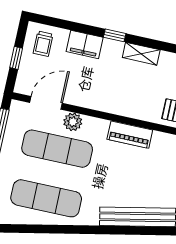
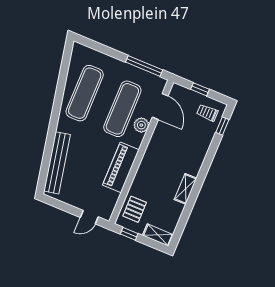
window: (115, 35) -> (222, 126), moved
filing cabinet: (85, 44) -> (201, 146), removed
piano: (130, 135) -> (121, 167), width x1.37, depth x1.33

